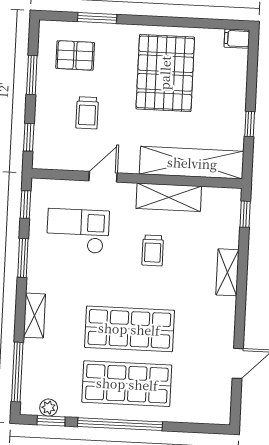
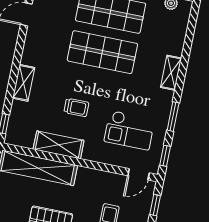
door: (103, 177) -> (139, 174), moved
trolley: (153, 250) -> (76, 107), turned 90
window: (17, 372) -> (190, 33), removed

